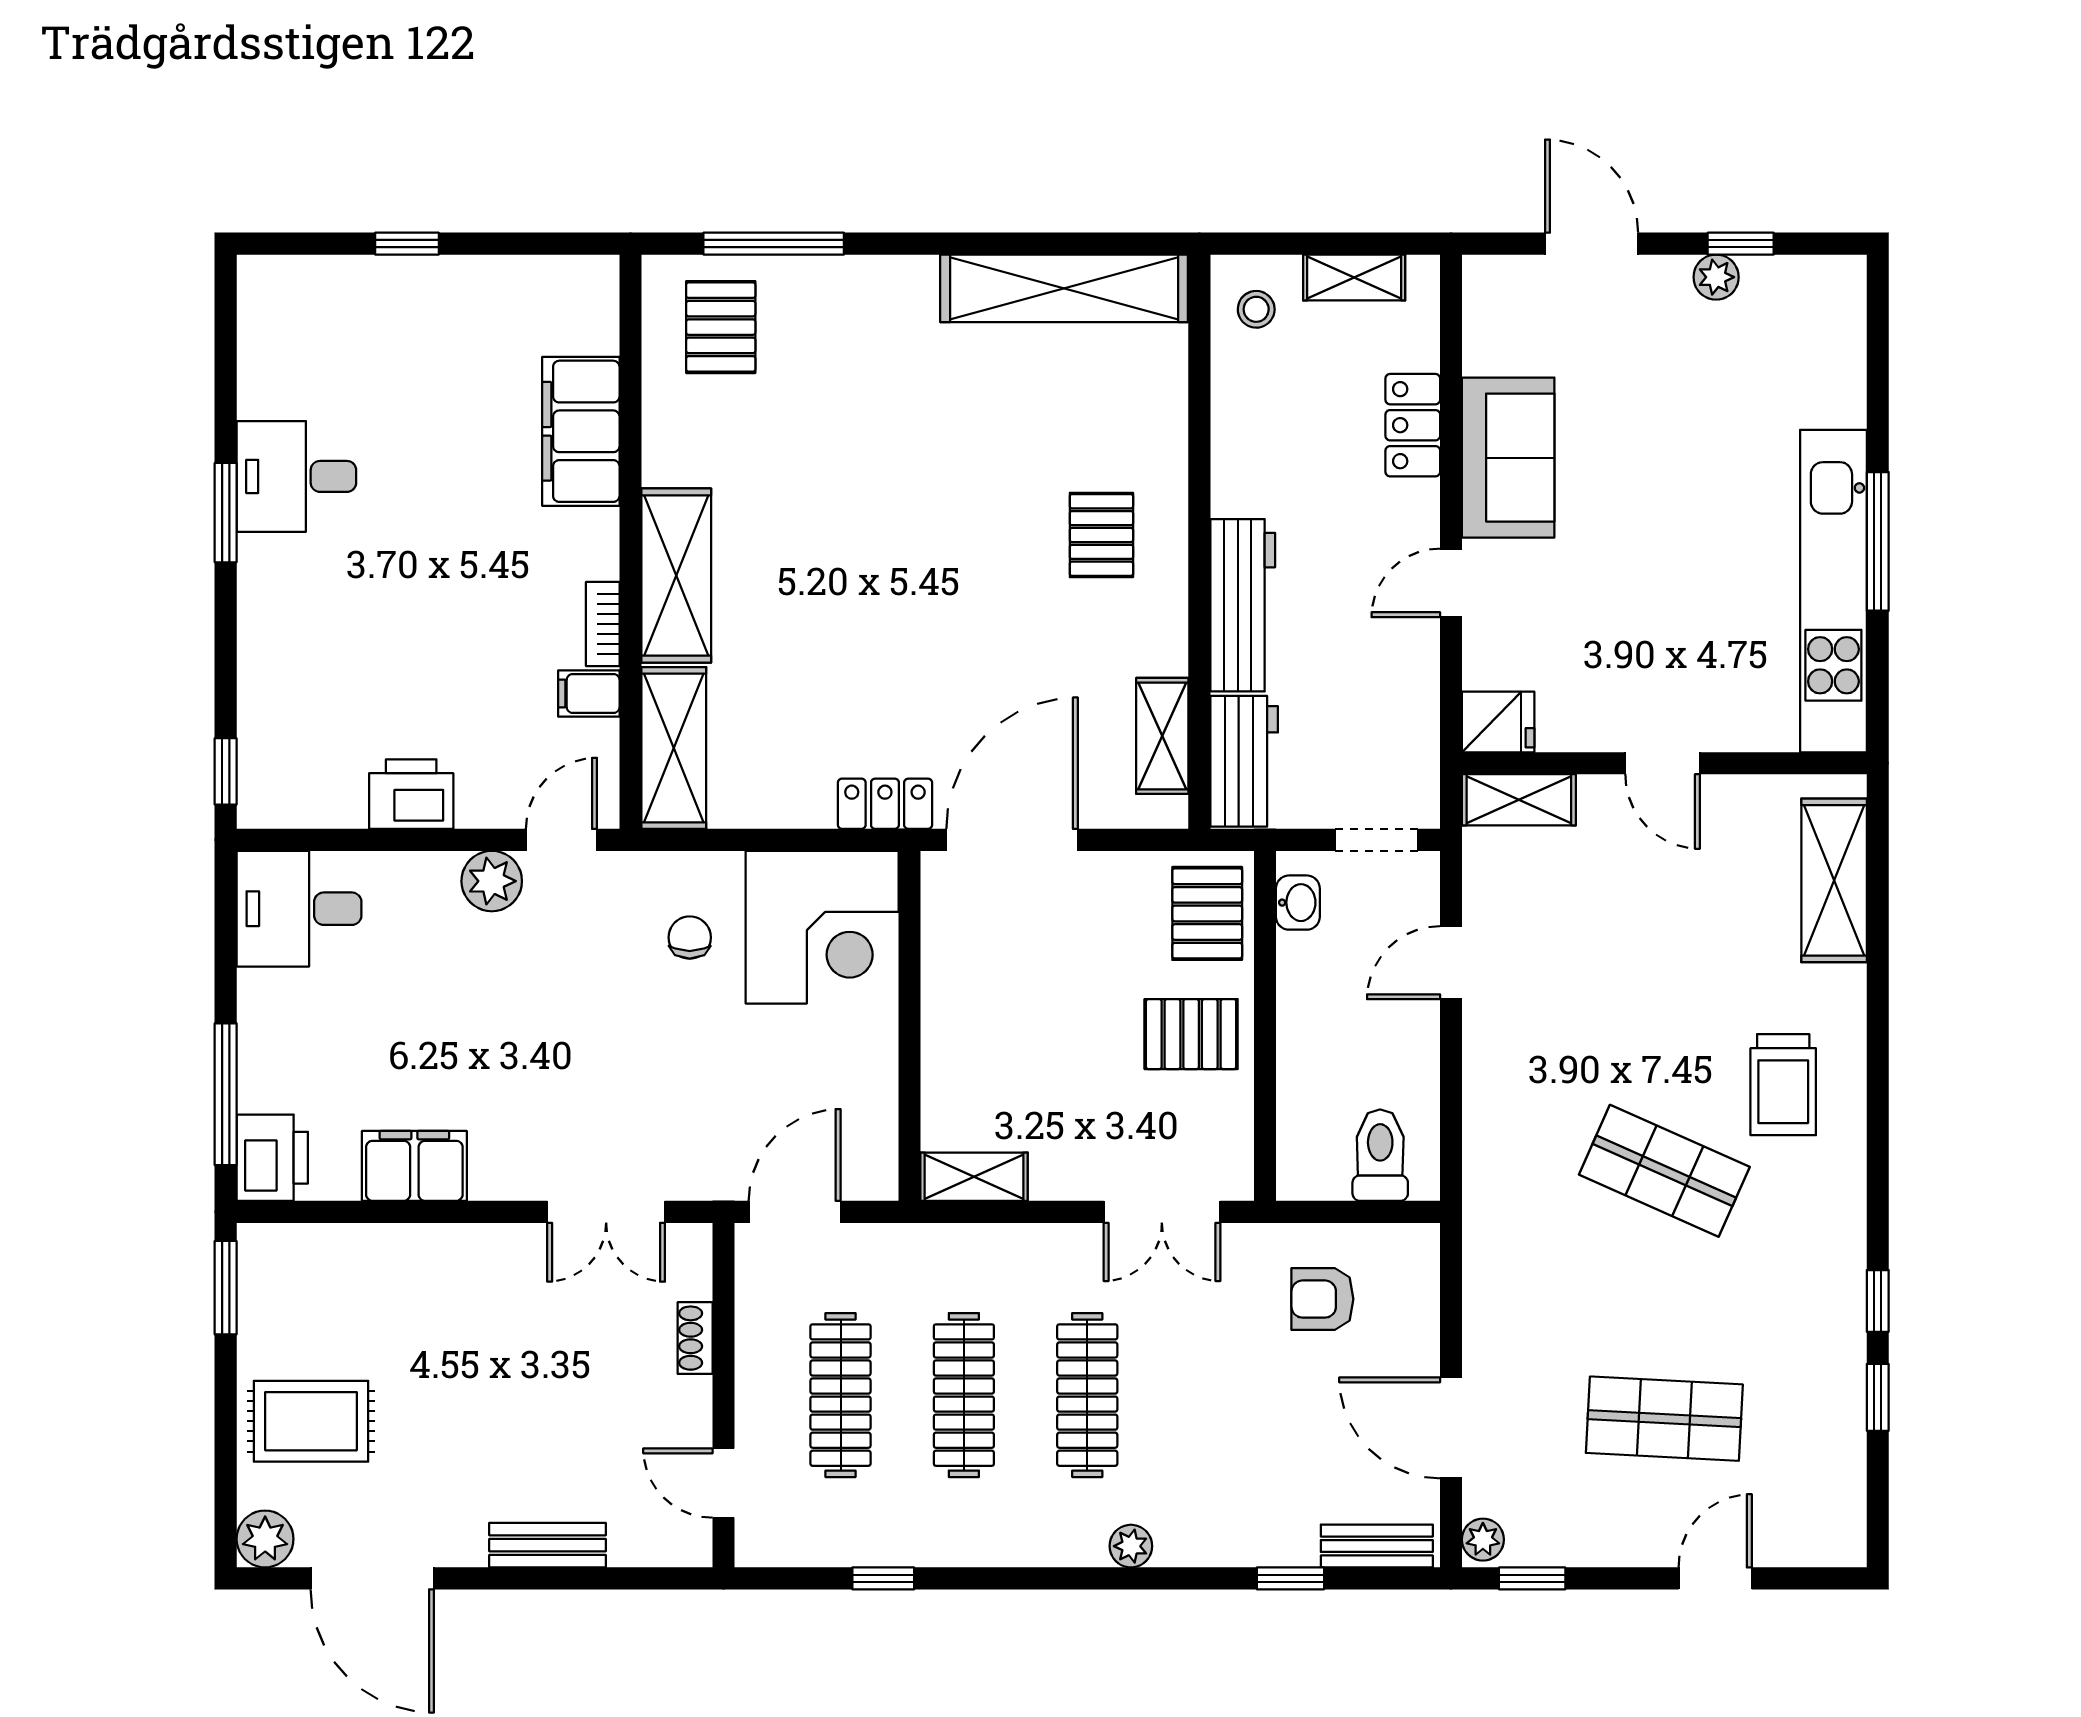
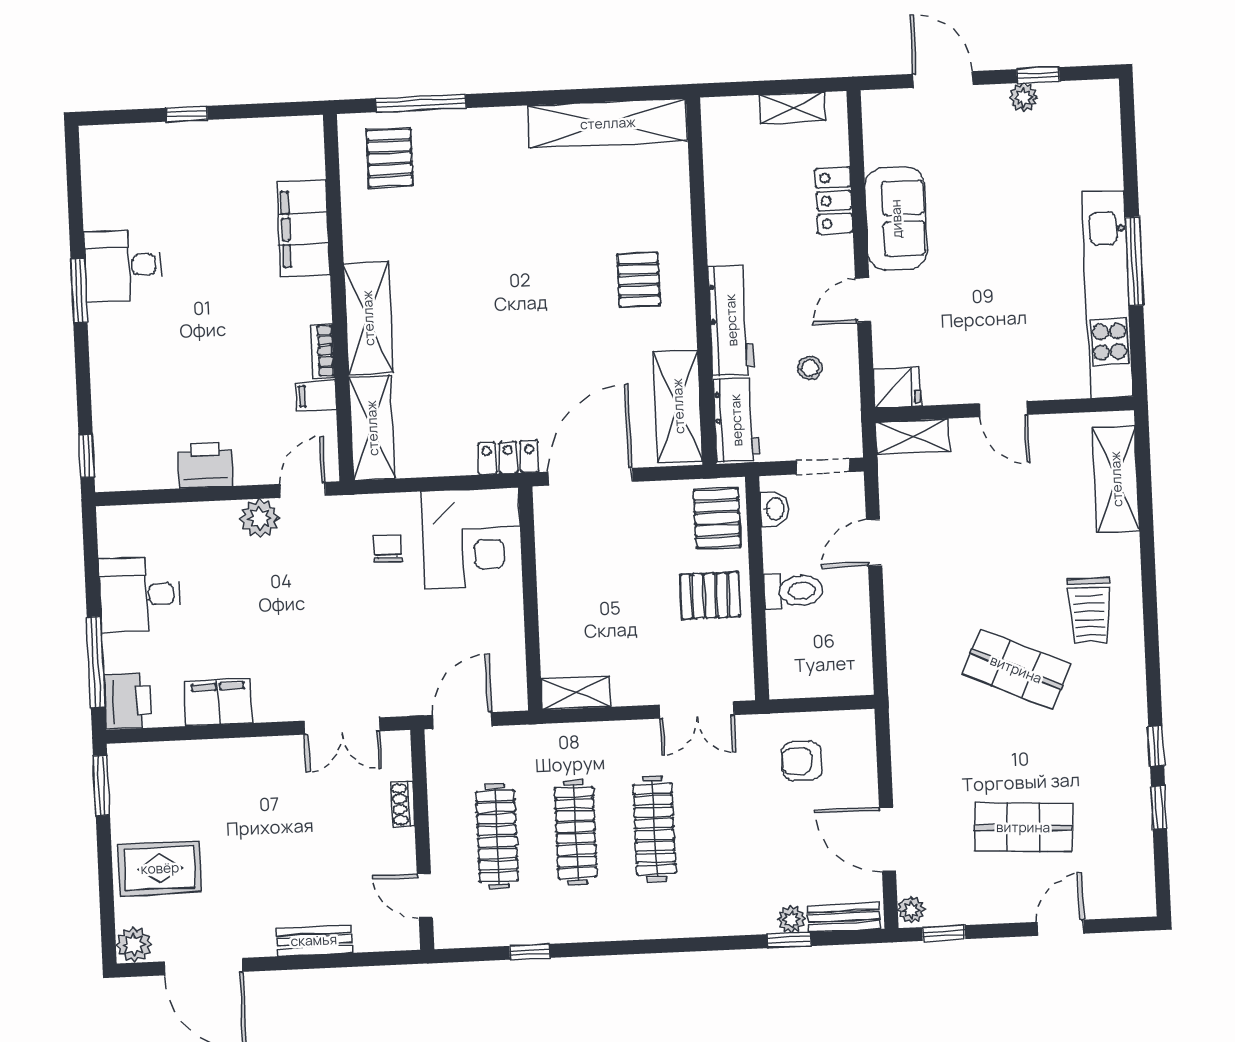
stool: (1256, 309) -> (810, 368), moved
shelving: (1162, 736) -> (678, 406), width x1.50, depth x1.33
desk: (299, 909) -> (140, 595), moved
toilet: (1380, 1155) -> (794, 591), moved, turned 90
plant: (1131, 1546) -> (791, 919), moved

